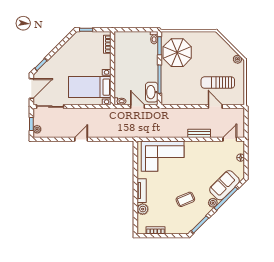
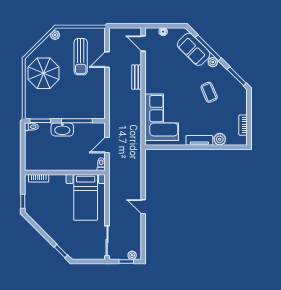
parasol: (177, 53) -> (44, 73), moved
door: (31, 88) -> (87, 262), removed
washbasin: (152, 92) -> (62, 129), moved

